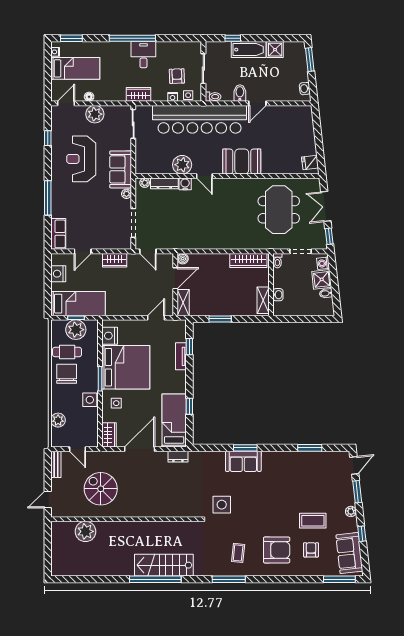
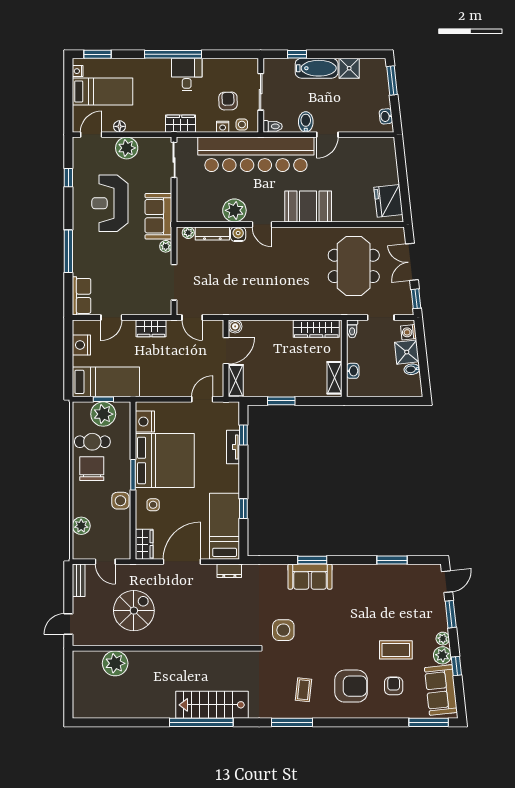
fridge: (310, 162) -> (388, 201), width x1.88, depth x1.34
spiral stairs: (101, 489) -> (134, 611), turned 90
plant: (351, 525) -> (442, 655), added

